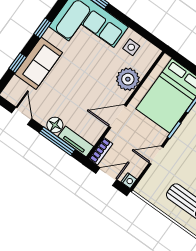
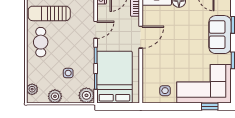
plant: (128, 79) -> (152, 67), removed

